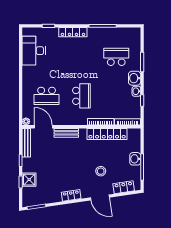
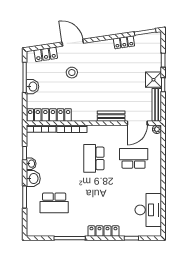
door: (43, 127) -> (137, 123), hinge flipped
locker: (107, 134) -> (49, 115), moved
shower: (29, 180) -> (153, 80), moved
locker: (71, 195) -> (124, 42), moved

